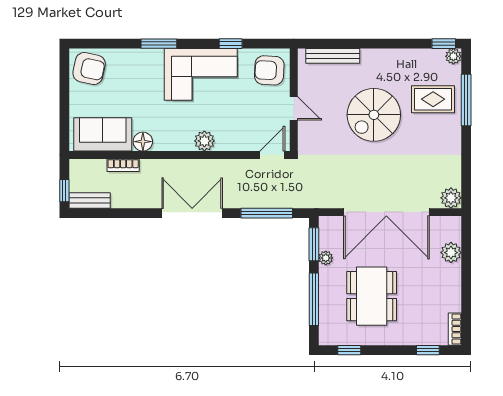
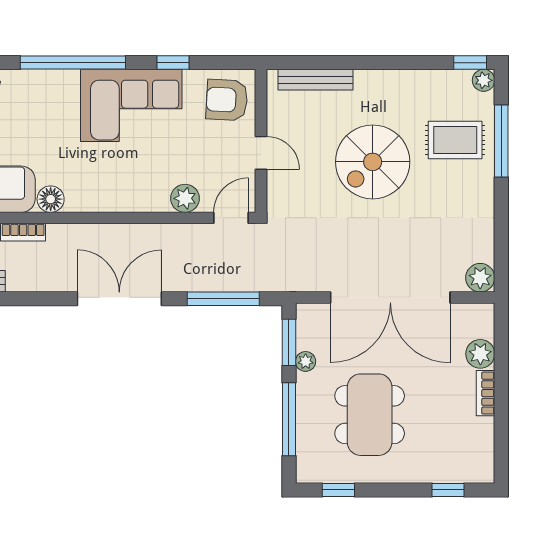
window: (159, 44) -> (73, 63), width x2.11
plant: (204, 141) -> (185, 198), moved
bookcase: (455, 329) -> (486, 393), moved

